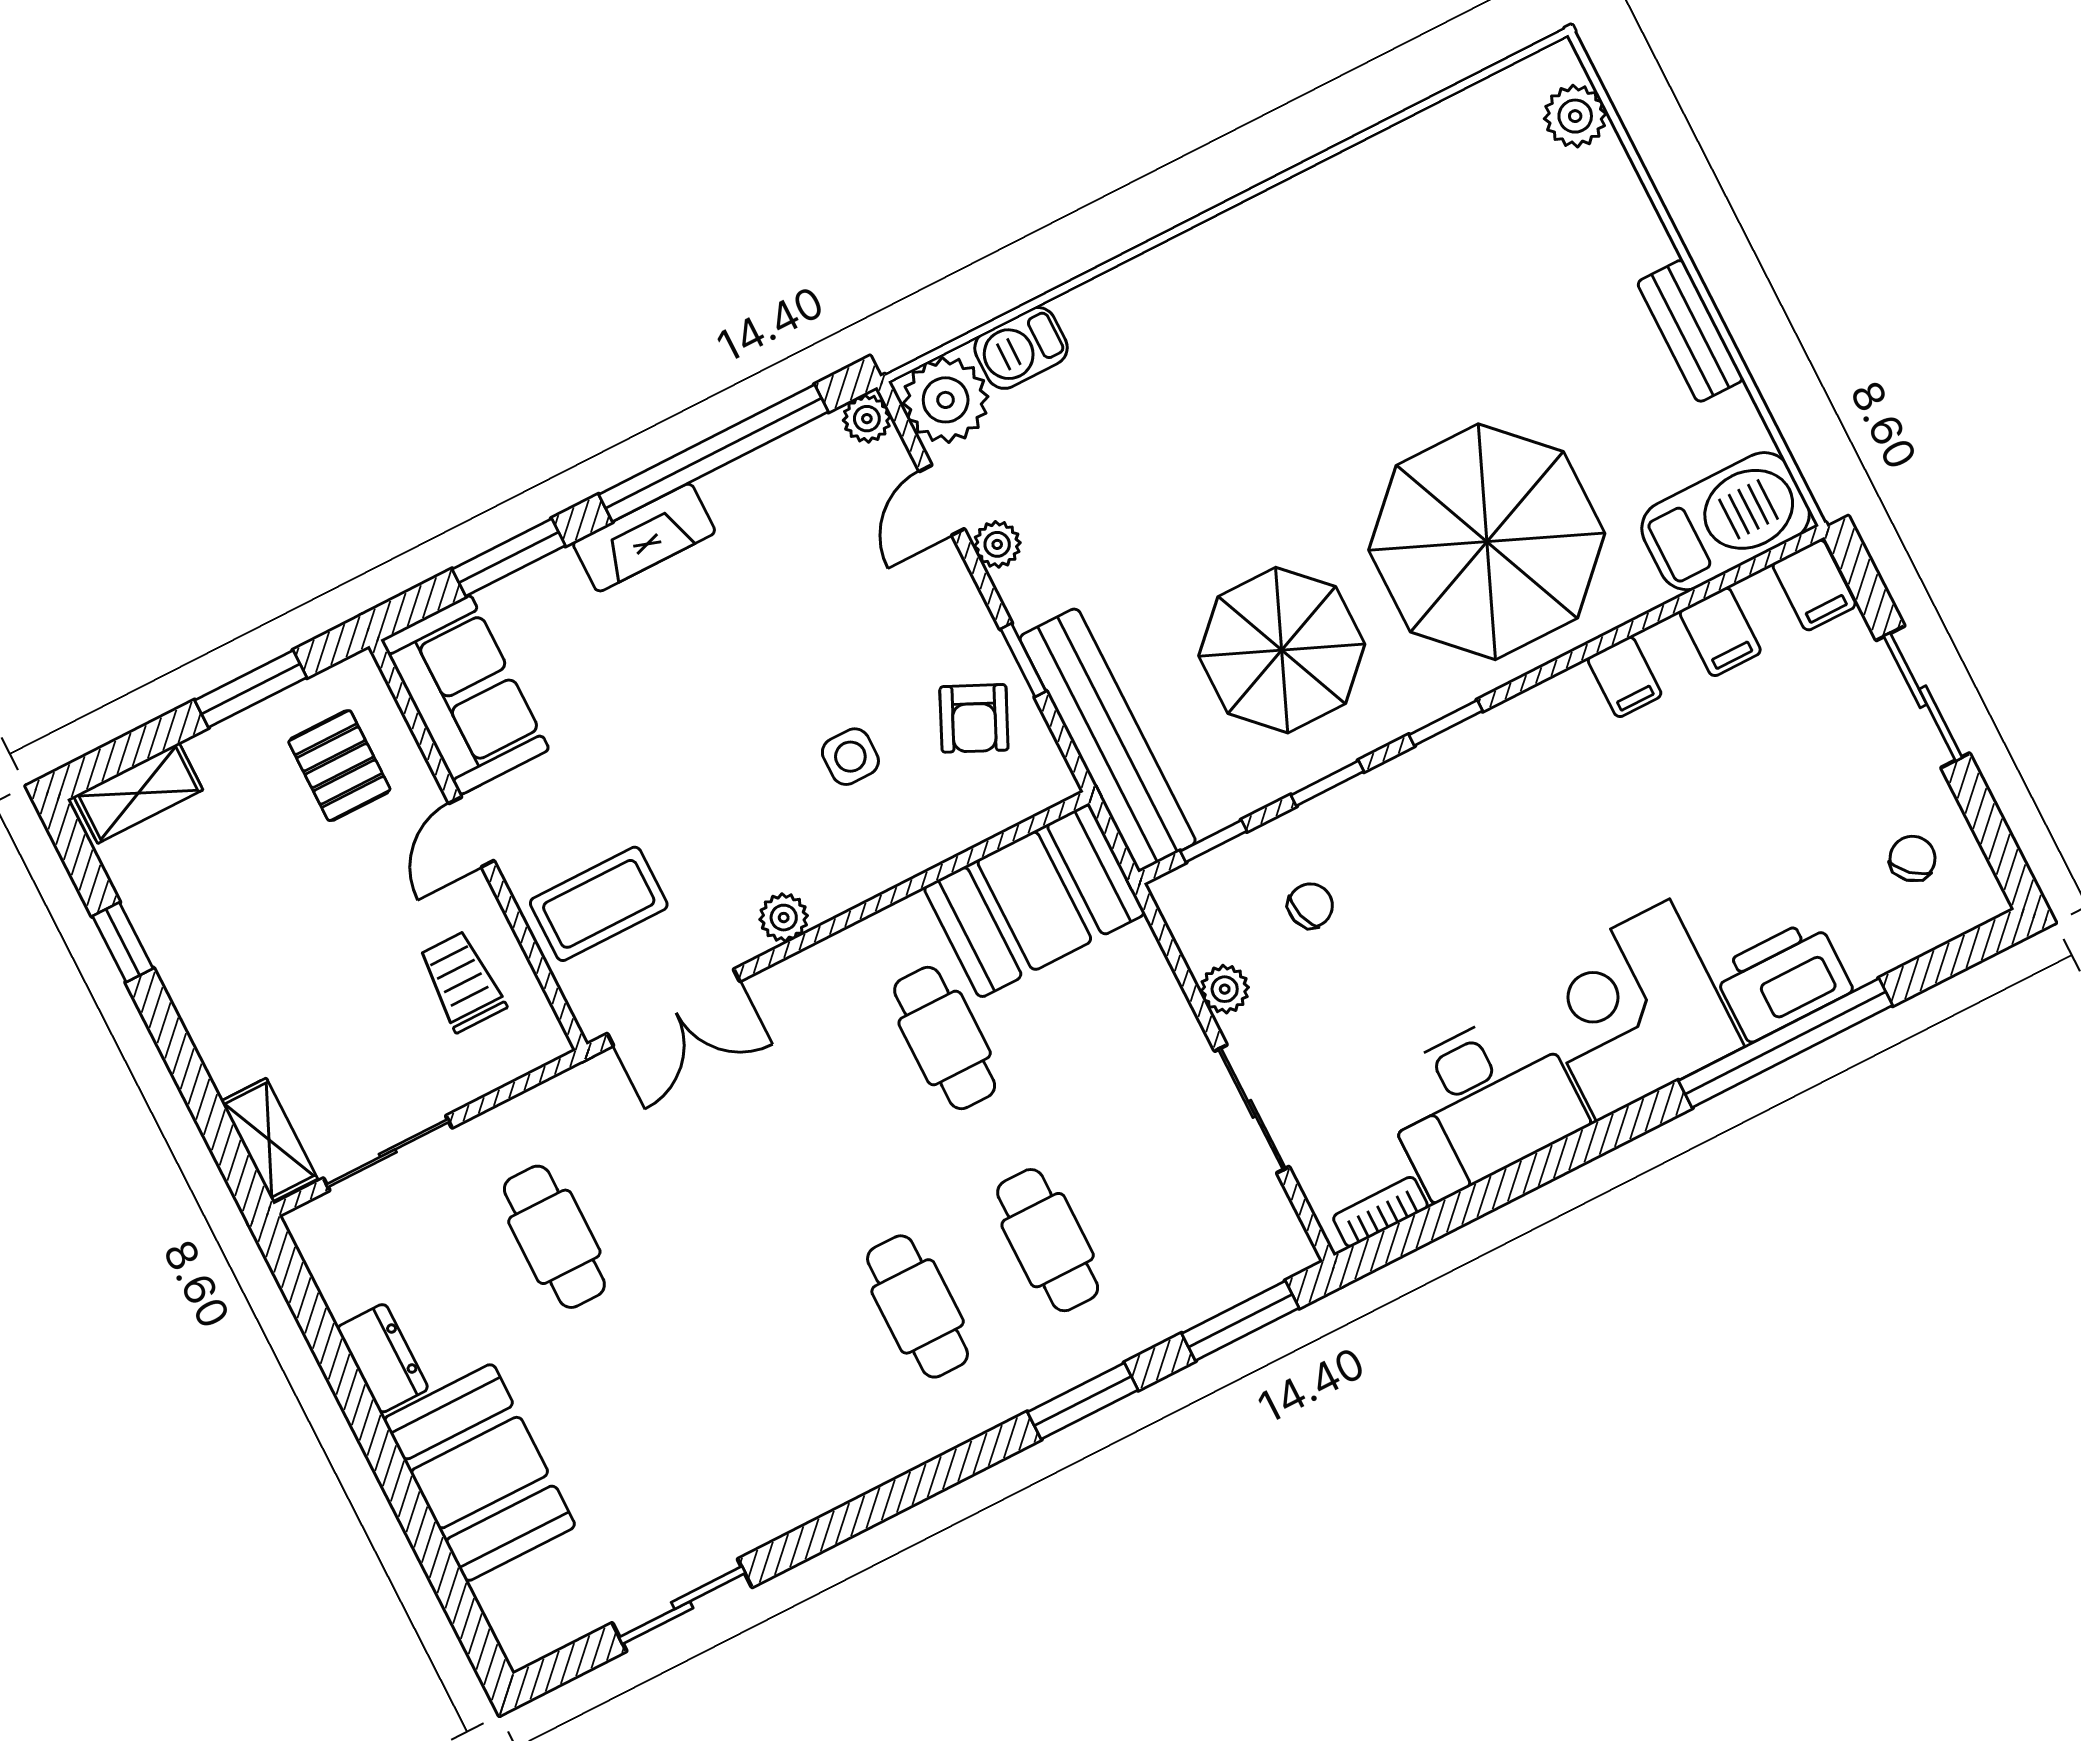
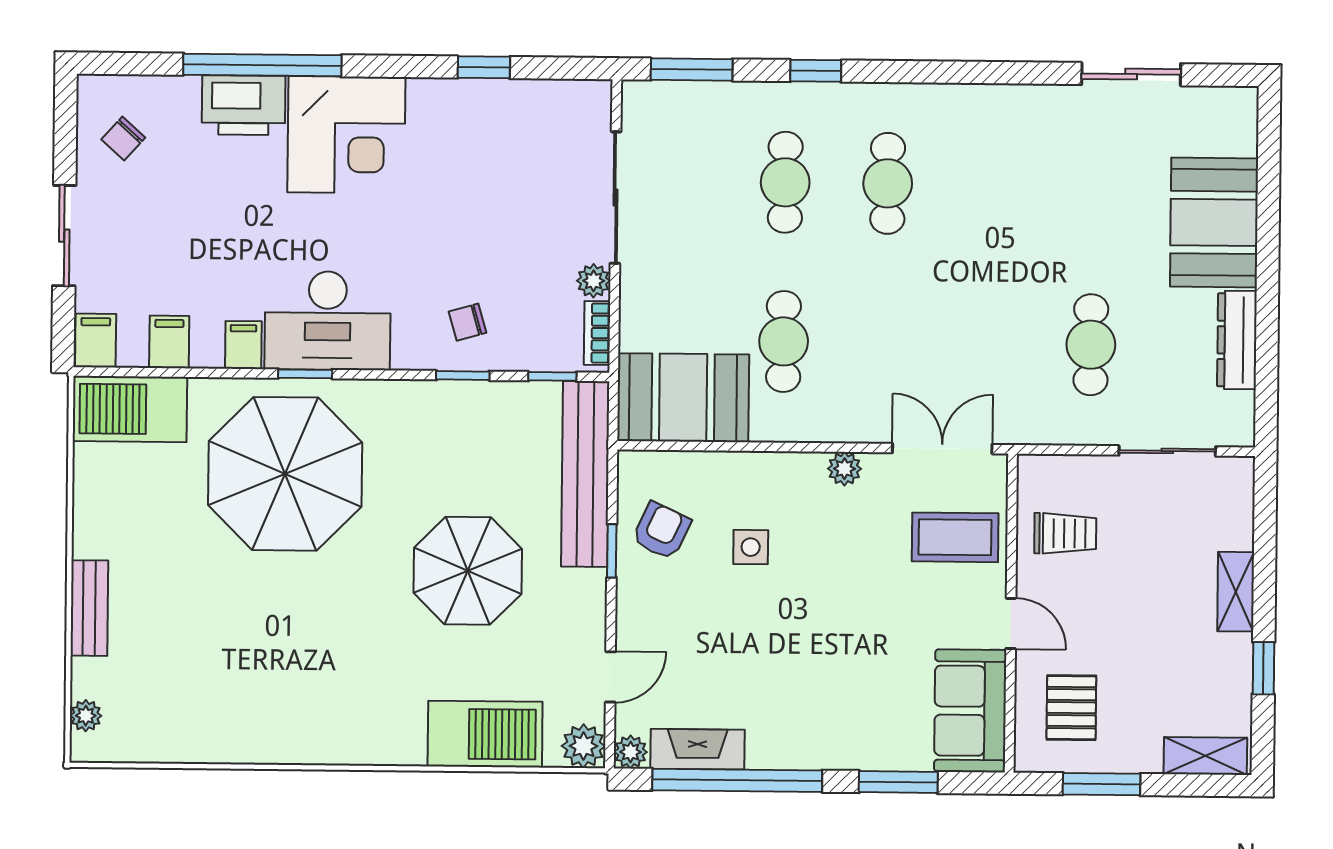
plant: (1575, 116) -> (86, 716), width x0.73, depth x0.73
bench: (1690, 331) -> (89, 608), moved
barbecue: (1021, 348) -> (485, 734), width x1.88, depth x1.53
plant: (946, 400) -> (583, 746), width x0.73, depth x0.73
fireplace: (644, 538) -> (698, 749), moved
plant: (997, 544) -> (590, 631), removed
parasol: (1282, 650) -> (468, 571), moved
window: (1446, 723) -> (305, 374), moved
door: (471, 832) -> (1011, 623), hinge flipped
chair: (1310, 906) -> (467, 322), moved
trolley: (462, 982) -> (1065, 533), turned -90
desk: (1481, 1102) -> (328, 321), moved, turned 180
sliding door: (1252, 1109) -> (615, 198), width x1.37
shelving: (269, 1140) -> (1236, 592), moved
window: (1504, 1186) -> (484, 67), added
bookcase: (1380, 1212) -> (597, 333), moved, turned 90
dresser: (383, 1358) -> (1237, 340), width x1.44
window: (1083, 1401) -> (816, 71), width x0.67

